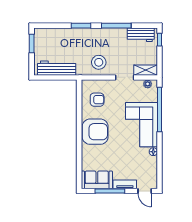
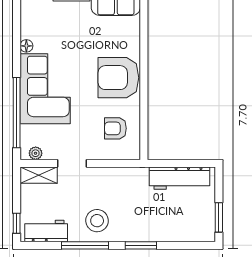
stool: (99, 62) -> (97, 221), moved

